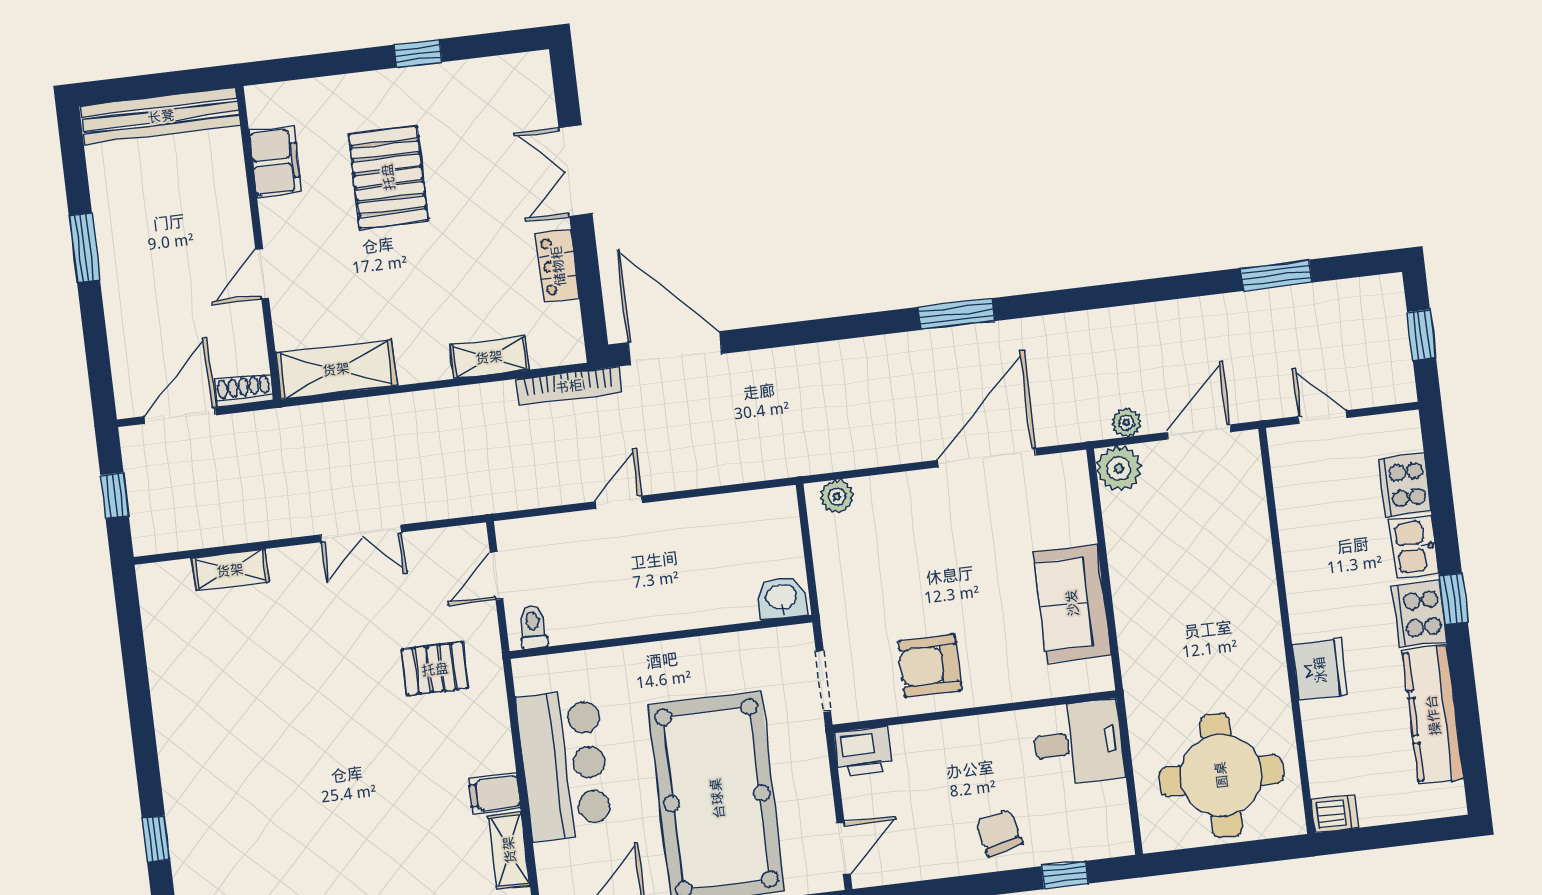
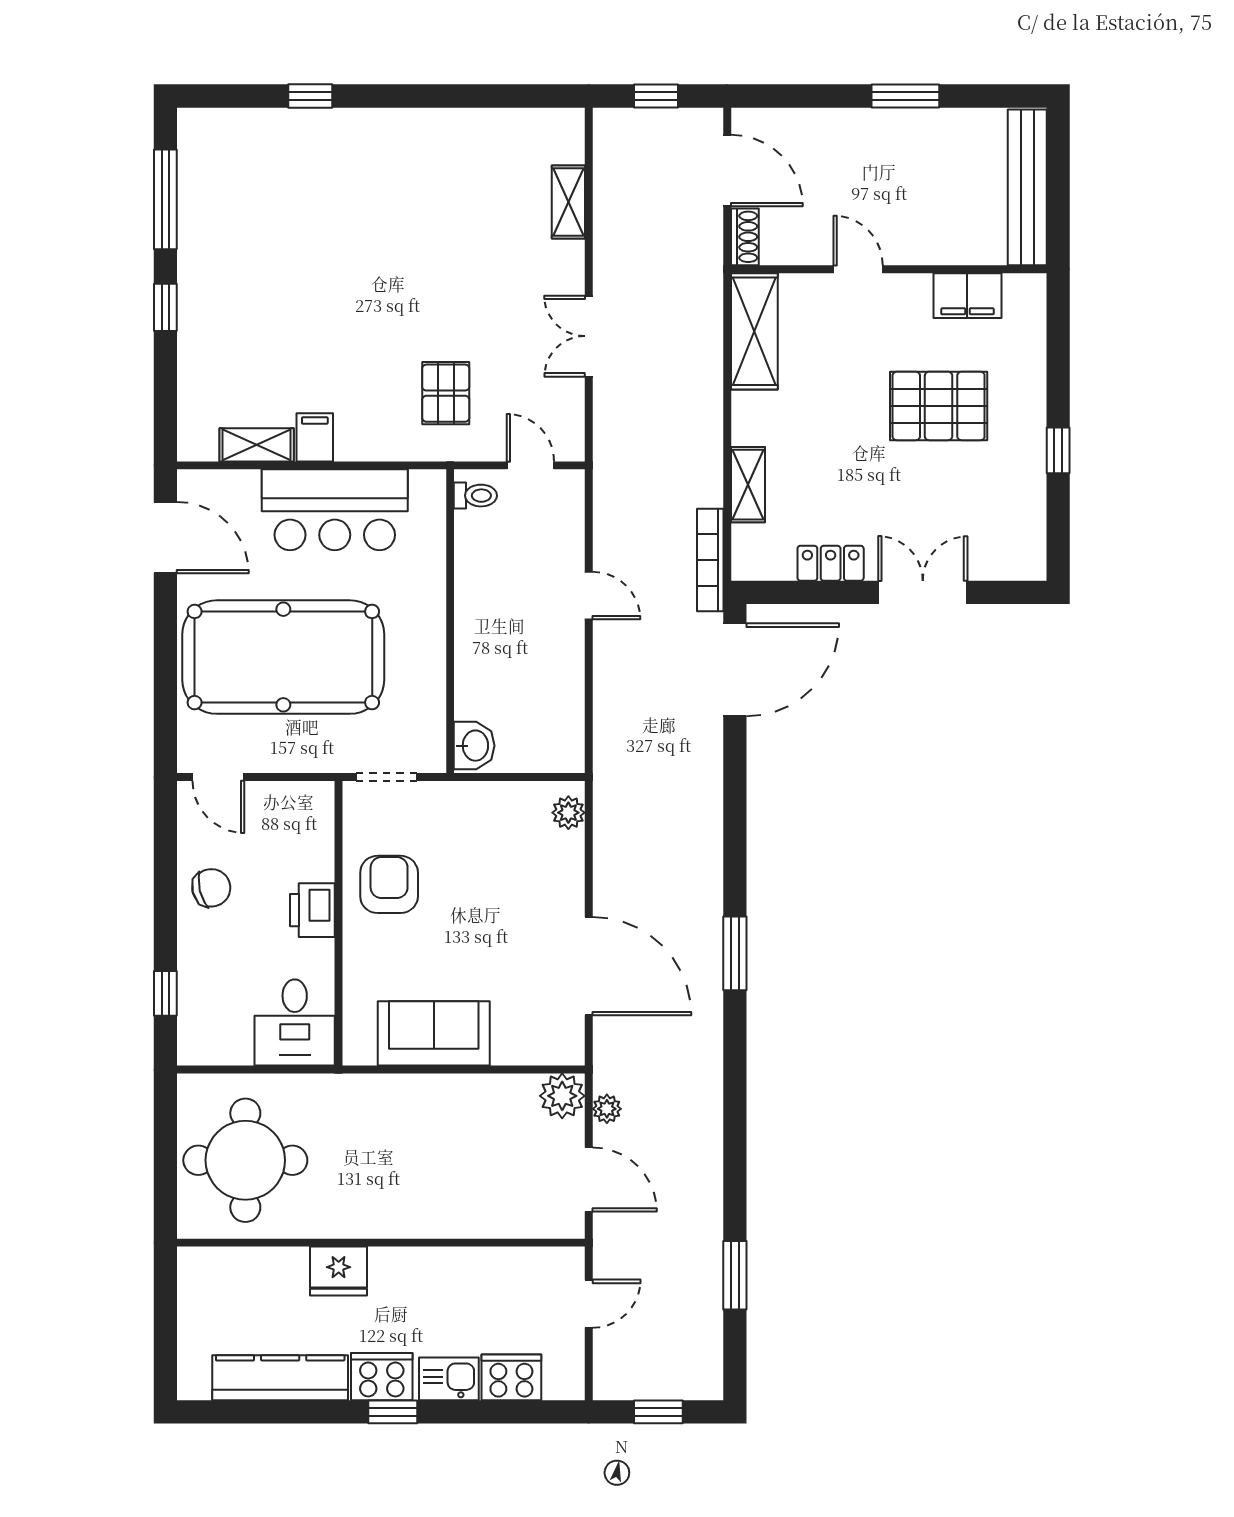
printer: (863, 751) -> (312, 910), moved
dishwasher: (1334, 814) -> (194, 1268), removed
chair: (999, 833) -> (211, 888), moved

